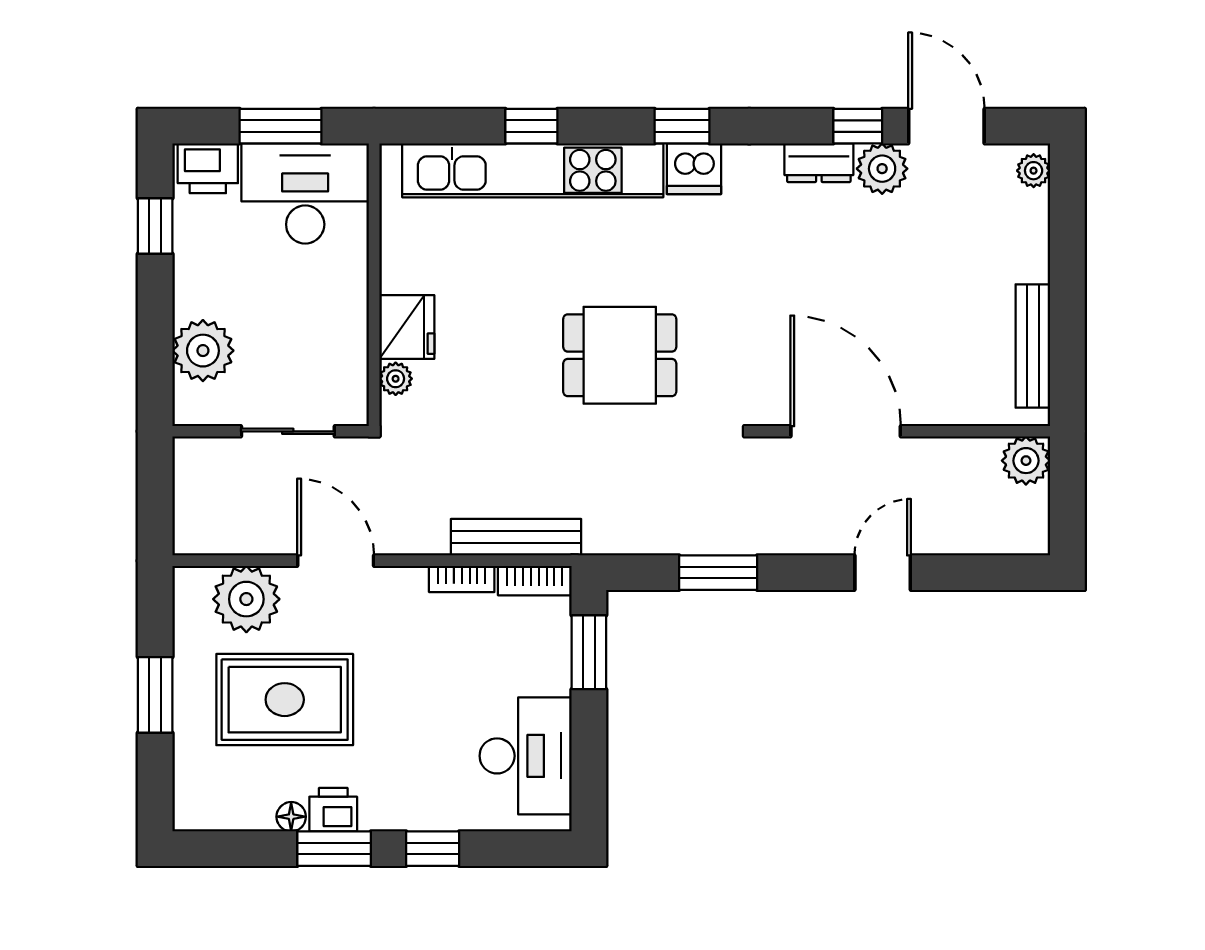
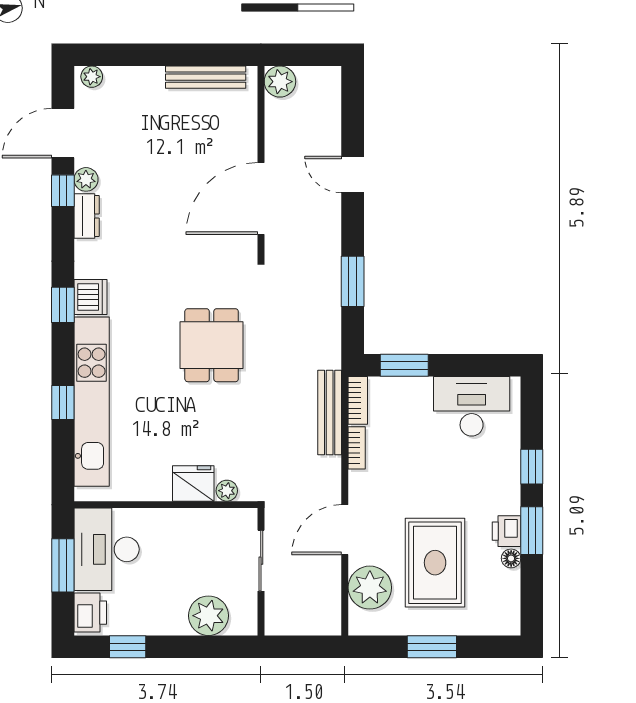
plant: (882, 169) -> (86, 179), width x0.73, depth x0.73

